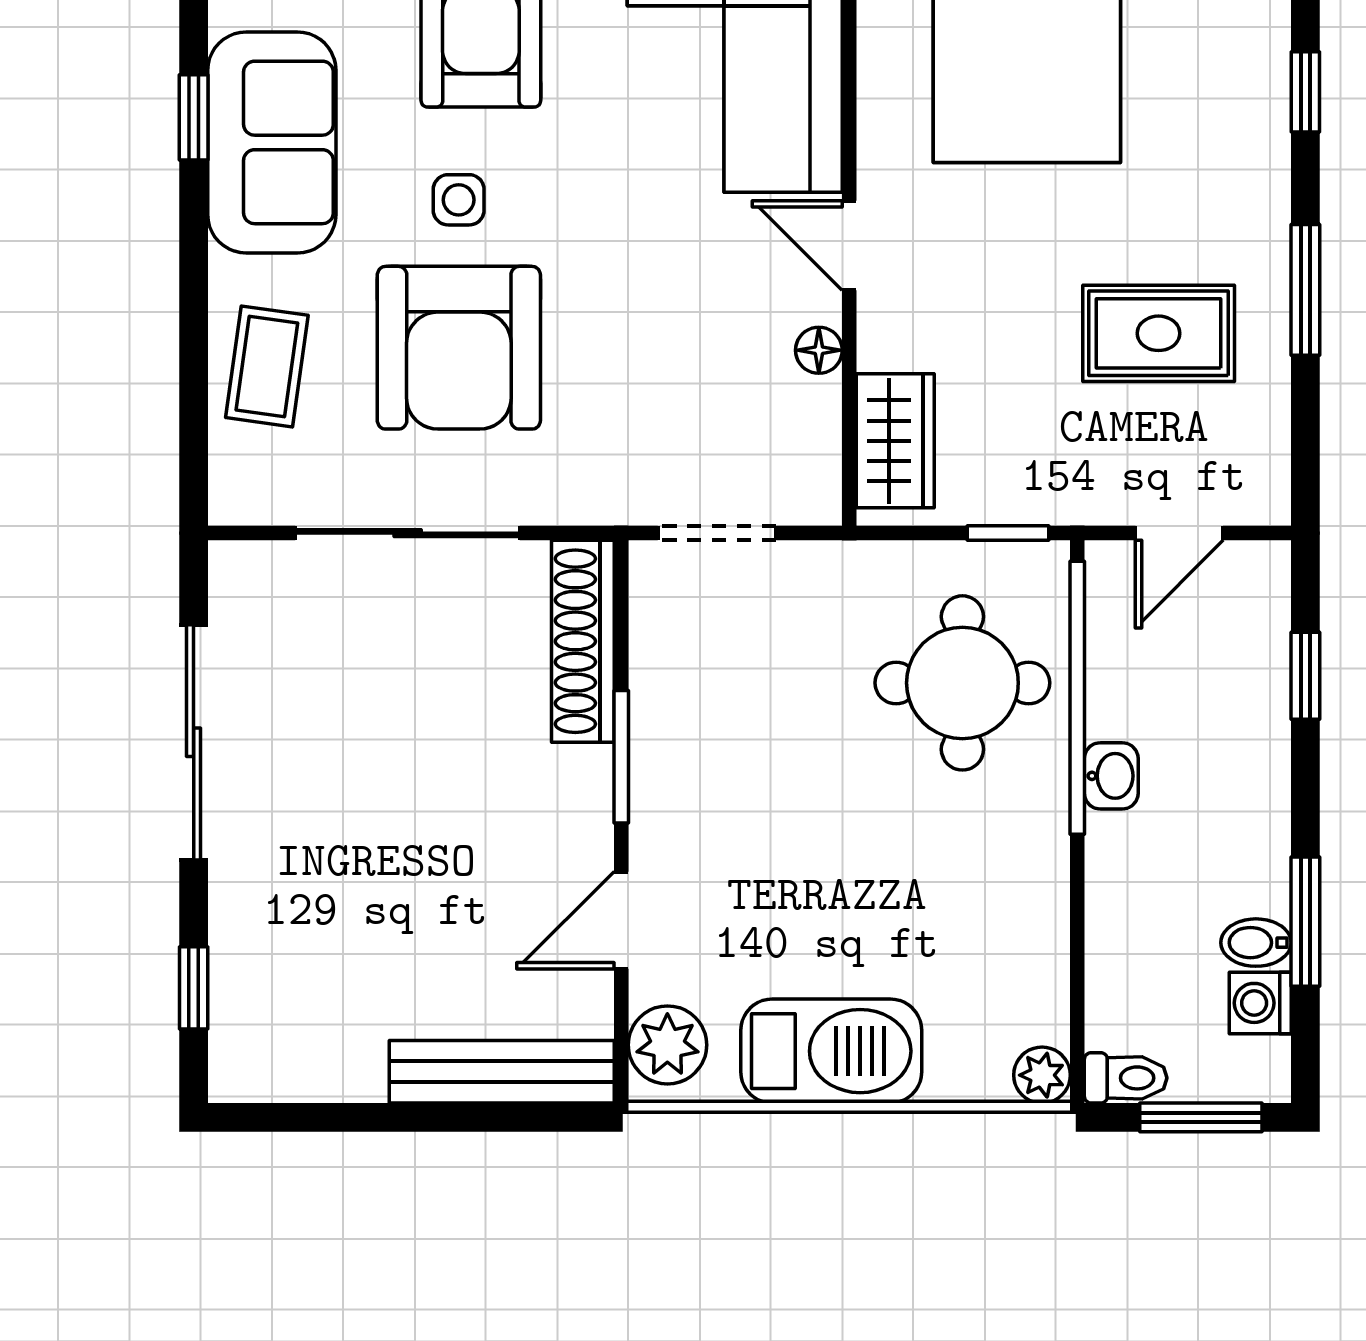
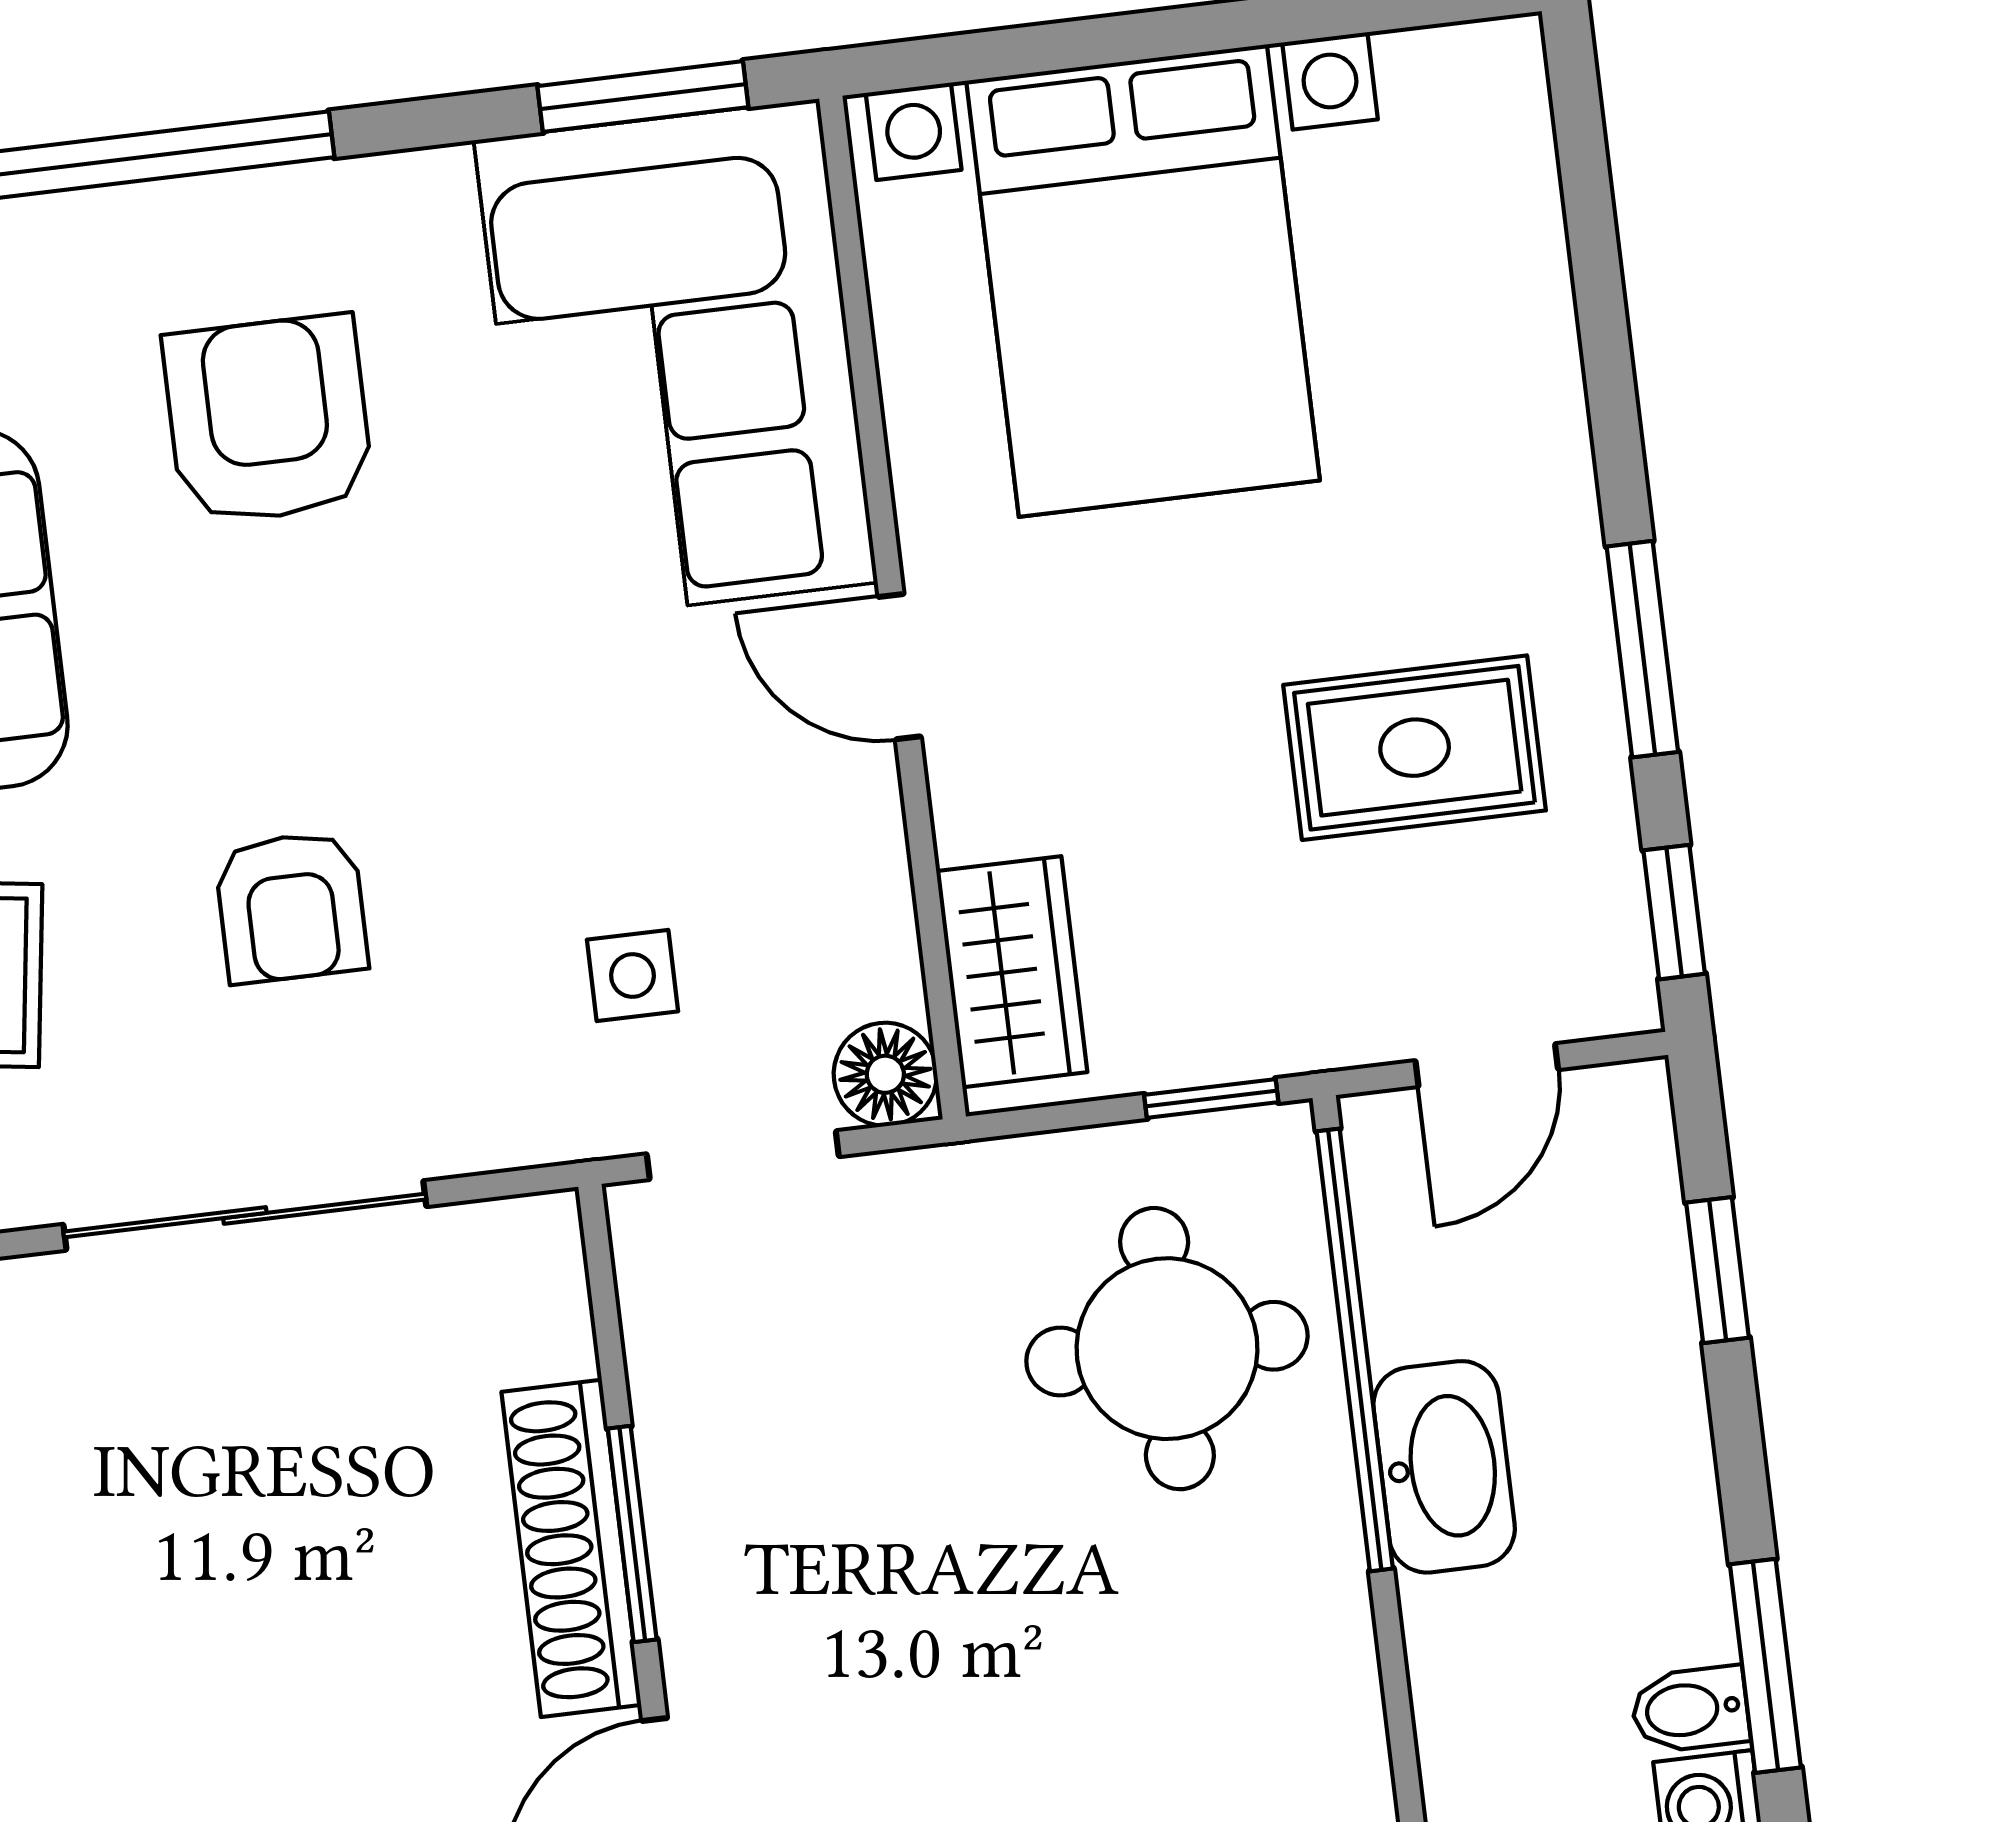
window: (1305, 92) -> (1674, 912), moved
side table: (459, 200) -> (632, 975), moved
armchair: (459, 348) -> (291, 907), width x0.53, depth x0.53
floor lamp: (819, 350) -> (885, 1074), moved, width x1.37, depth x1.37
shoe rack: (583, 641) -> (571, 1548), moved
washbasin: (1111, 776) -> (1444, 1467), width x1.91, depth x1.45

